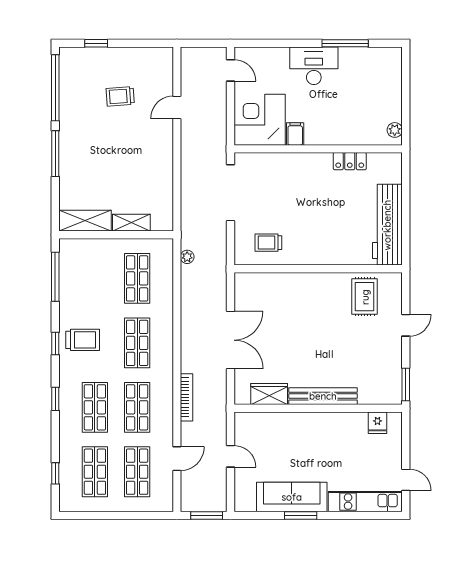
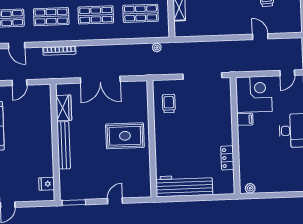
rug: (365, 297) -> (125, 136), moved, width x1.36, depth x1.43
door: (406, 325) -> (115, 201), swing flipped

